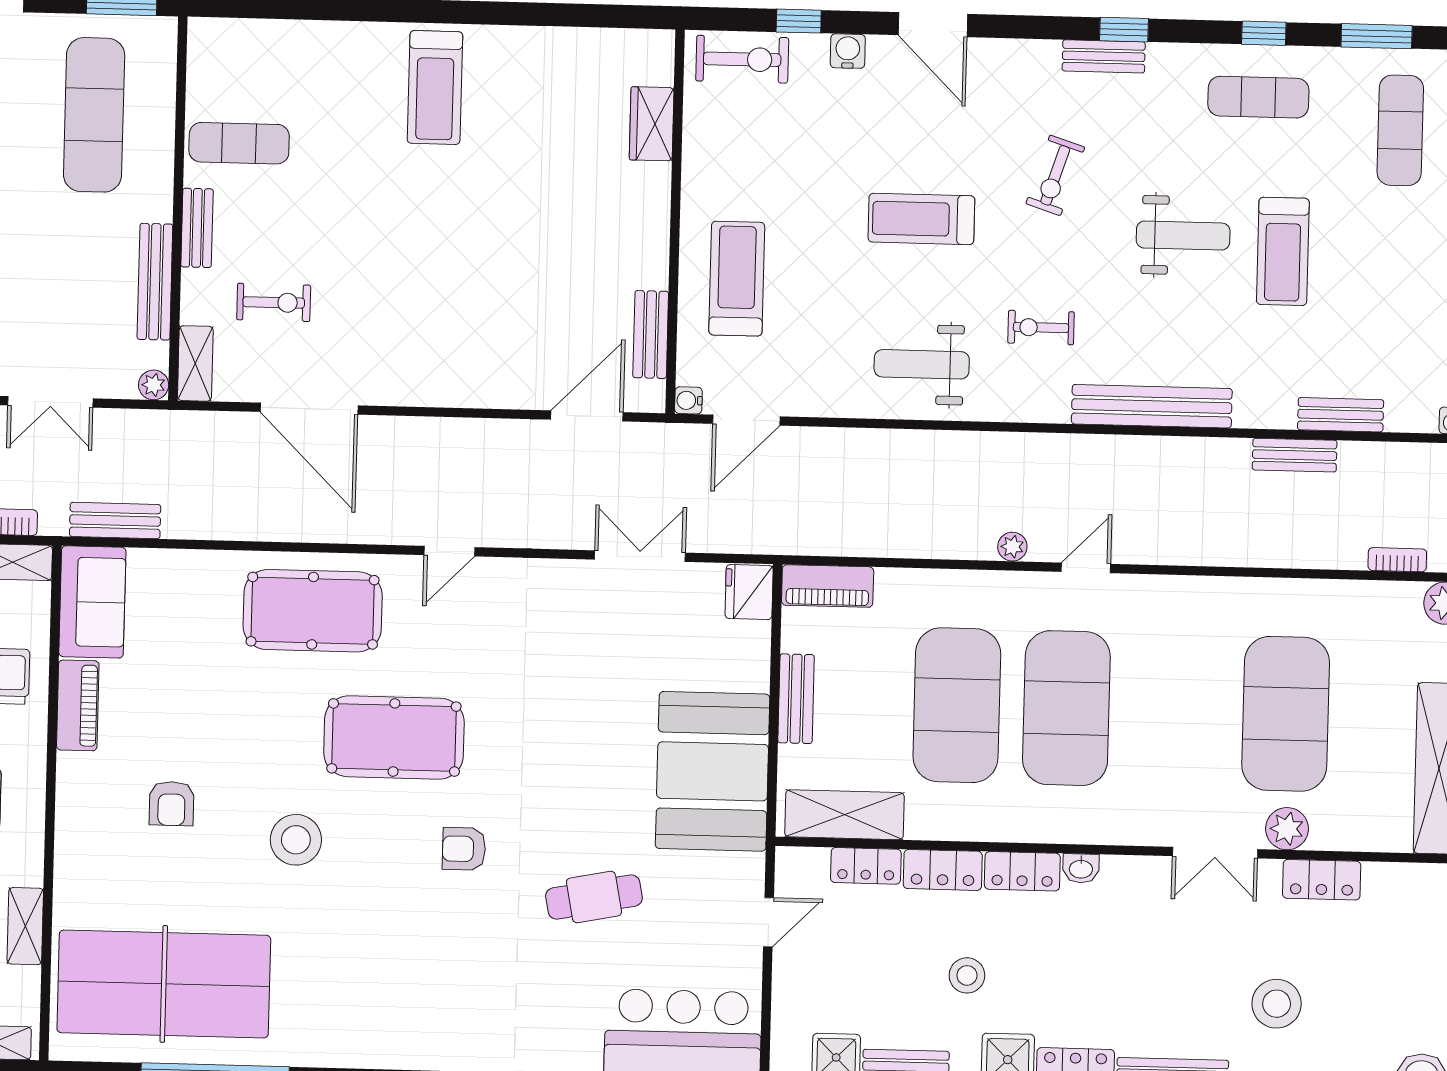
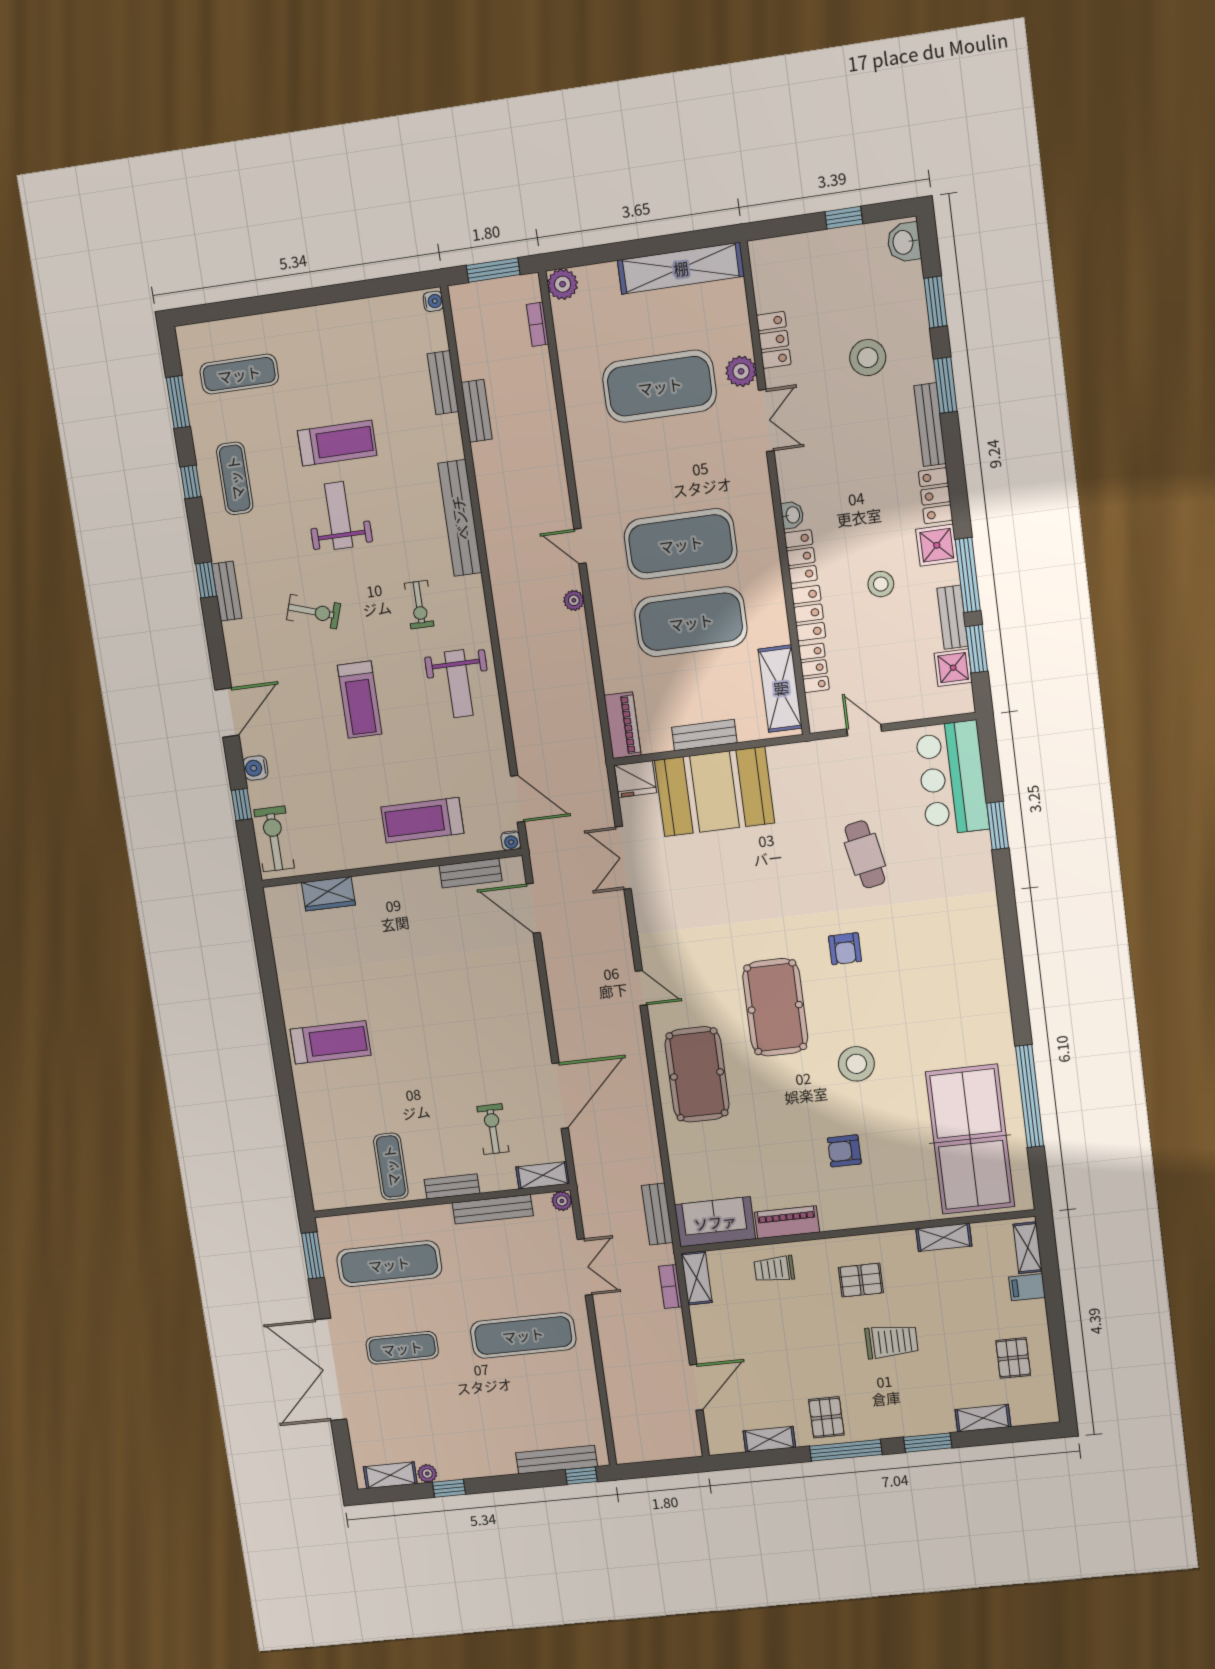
booth: (713, 771) -> (714, 792), moved
armchair: (171, 804) -> (844, 1151), turned 180

